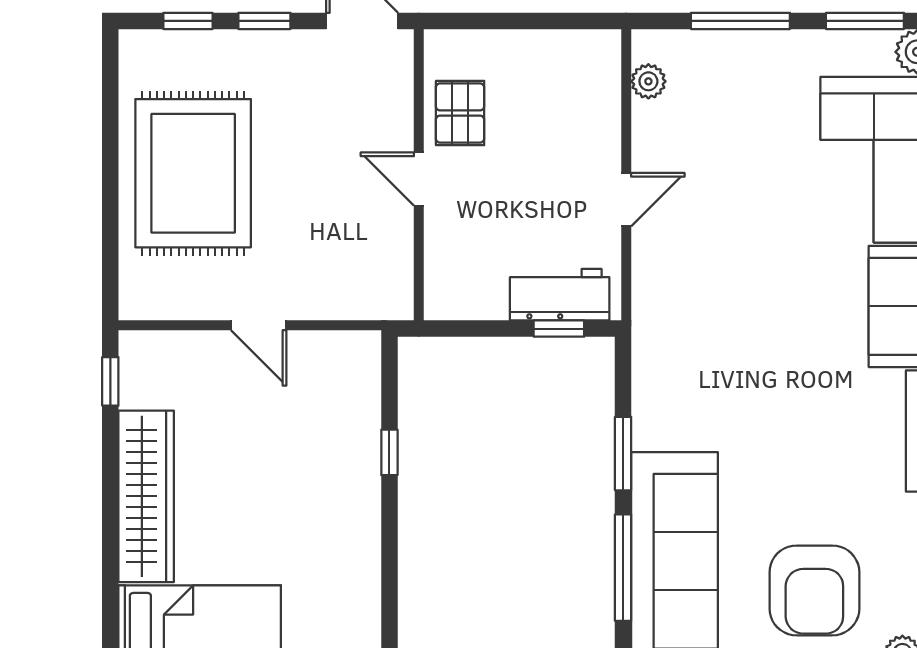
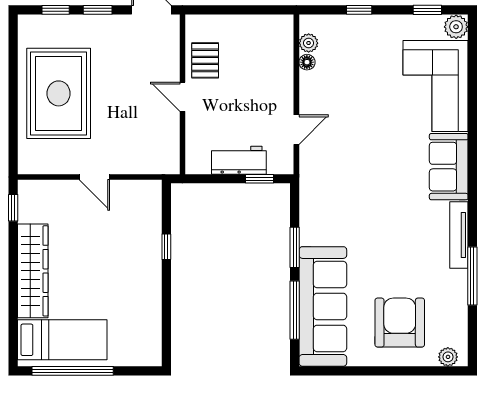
window: (740, 21) -> (359, 10), width x0.46
window: (865, 21) -> (427, 10), width x0.67
floor lamp: (646, 116) -> (307, 62), added
door: (626, 200) -> (296, 130), moved
workbench: (560, 295) -> (239, 160), moved
armchair: (814, 590) -> (400, 323), turned 180

